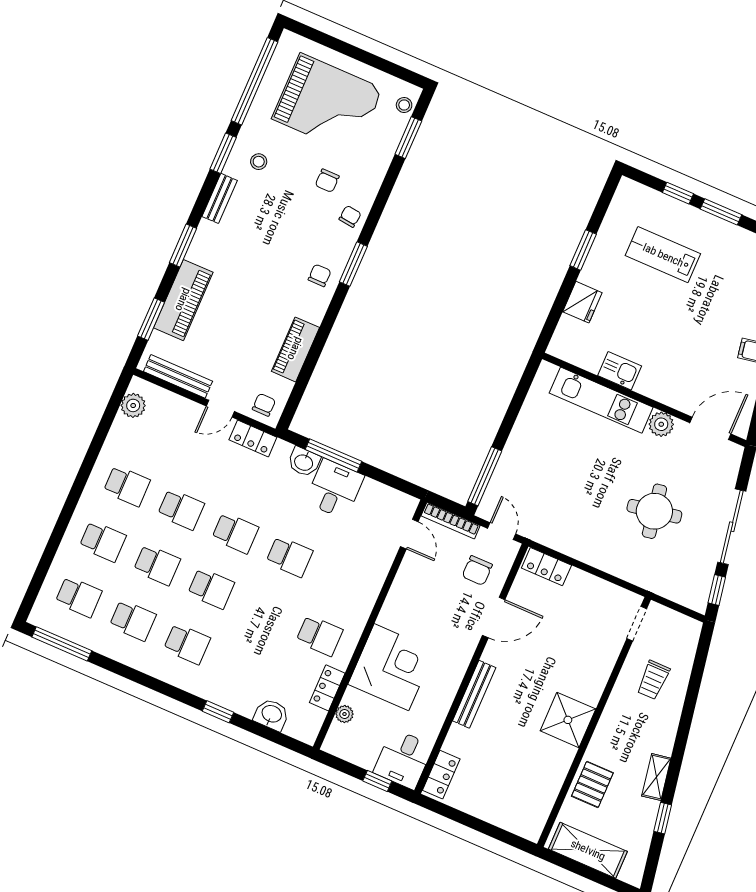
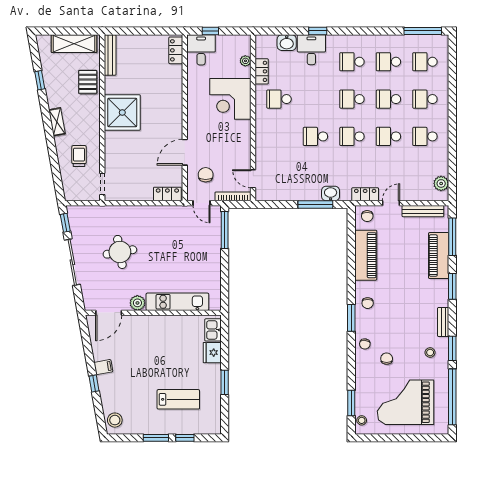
window: (151, 319) -> (452, 237), width x1.44
piano: (295, 349) -> (366, 255), width x1.37, depth x1.33
kitchen sink: (620, 371) -> (213, 330), moved, turned 90
desk: (334, 489) -> (311, 50), moved, turned 180
bench: (474, 694) -> (110, 55), moved
shower: (568, 720) -> (122, 112), width x1.37, depth x1.37
shelving: (656, 777) -> (57, 122), moved

